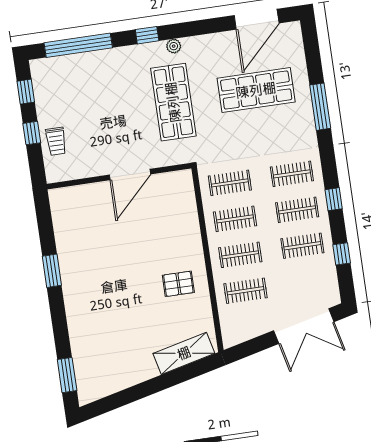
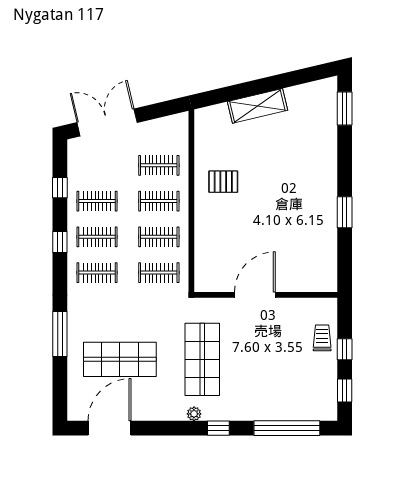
shelving: (184, 353) -> (257, 106), moved

